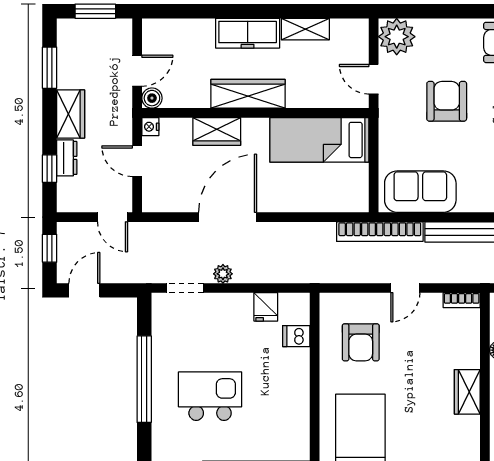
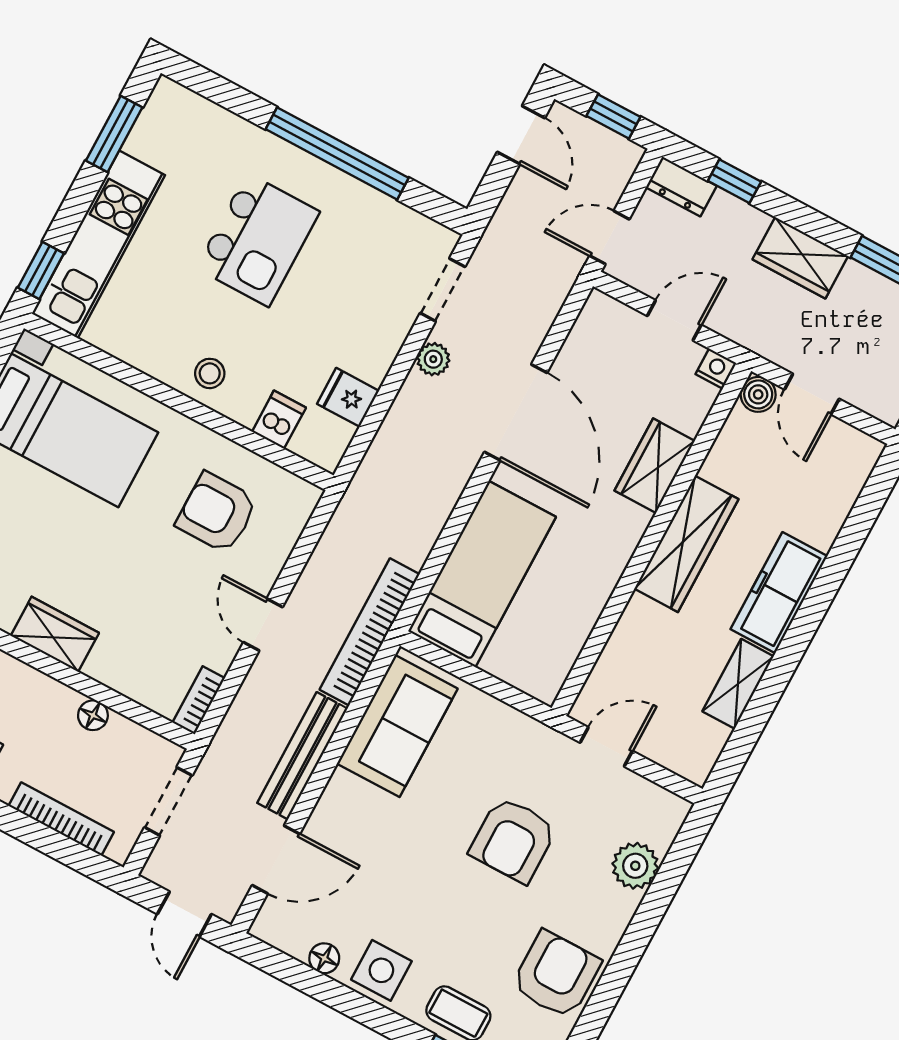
plant: (397, 37) -> (635, 866), moved, width x0.73, depth x0.73
armchair: (447, 101) -> (513, 840), turned 90
bed: (319, 140) -> (482, 574), moved
dresser: (67, 158) -> (681, 187), moved
stool: (292, 384) -> (210, 373), added

